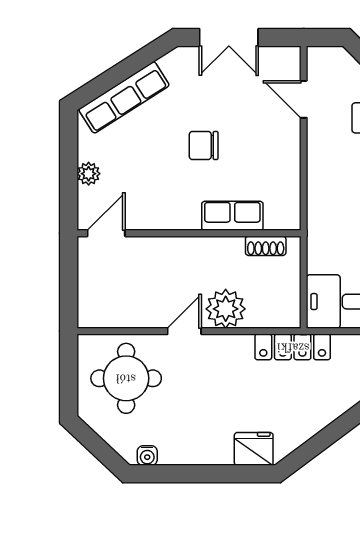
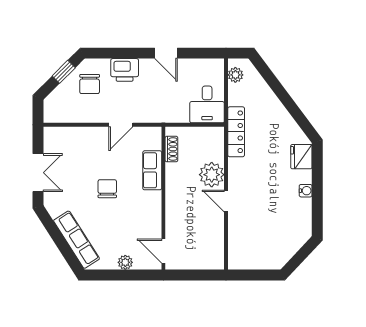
door: (304, 99) -> (121, 125), moved
chair: (204, 145) -> (107, 189), turned 180
round table: (126, 378) -> (256, 238), removed
water cooler: (147, 456) -> (306, 191), moved

